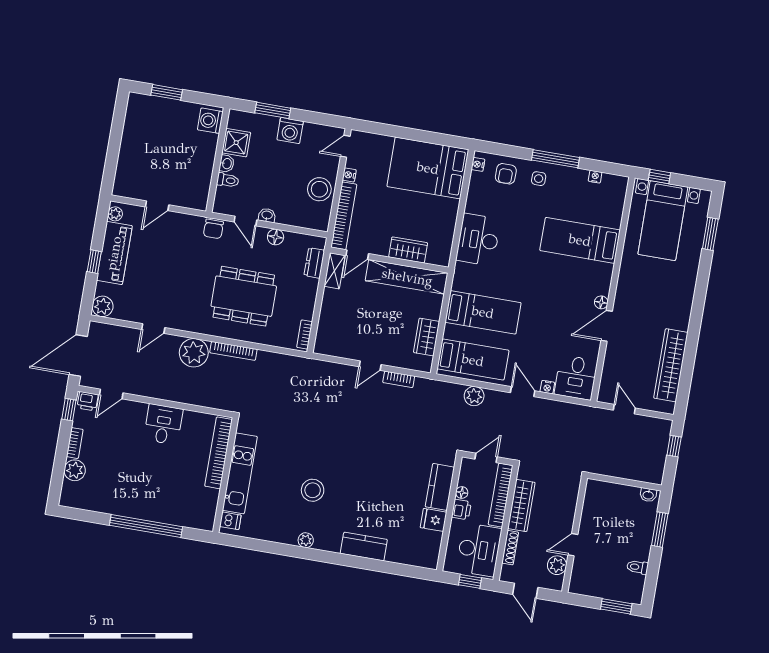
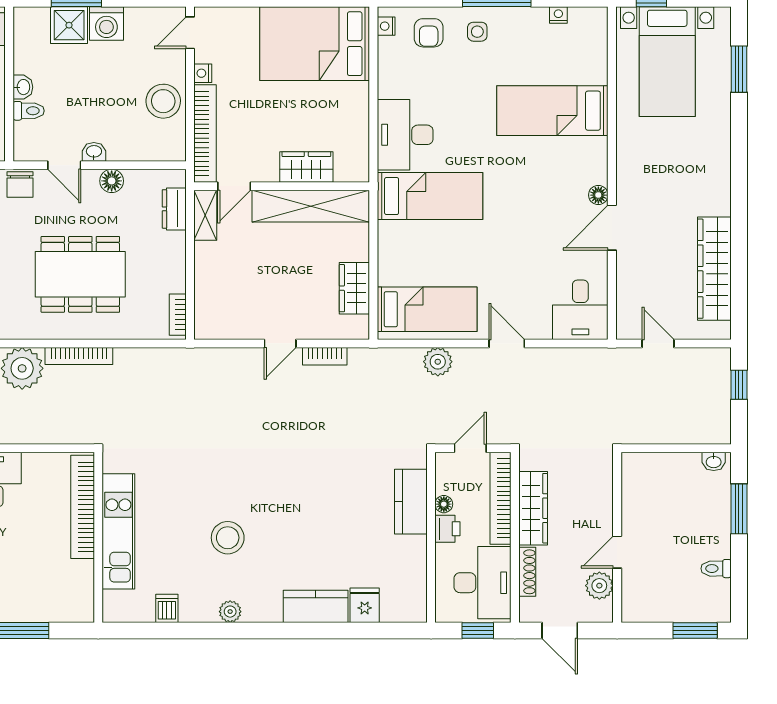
shower: (236, 143) -> (69, 25), moved
bed: (483, 312) -> (430, 196), moved
nightstand: (547, 387) -> (541, 331), removed
fridge: (434, 520) -> (365, 605), moved, turned 90
dishwasher: (230, 521) -> (167, 608), moved, turned -90

